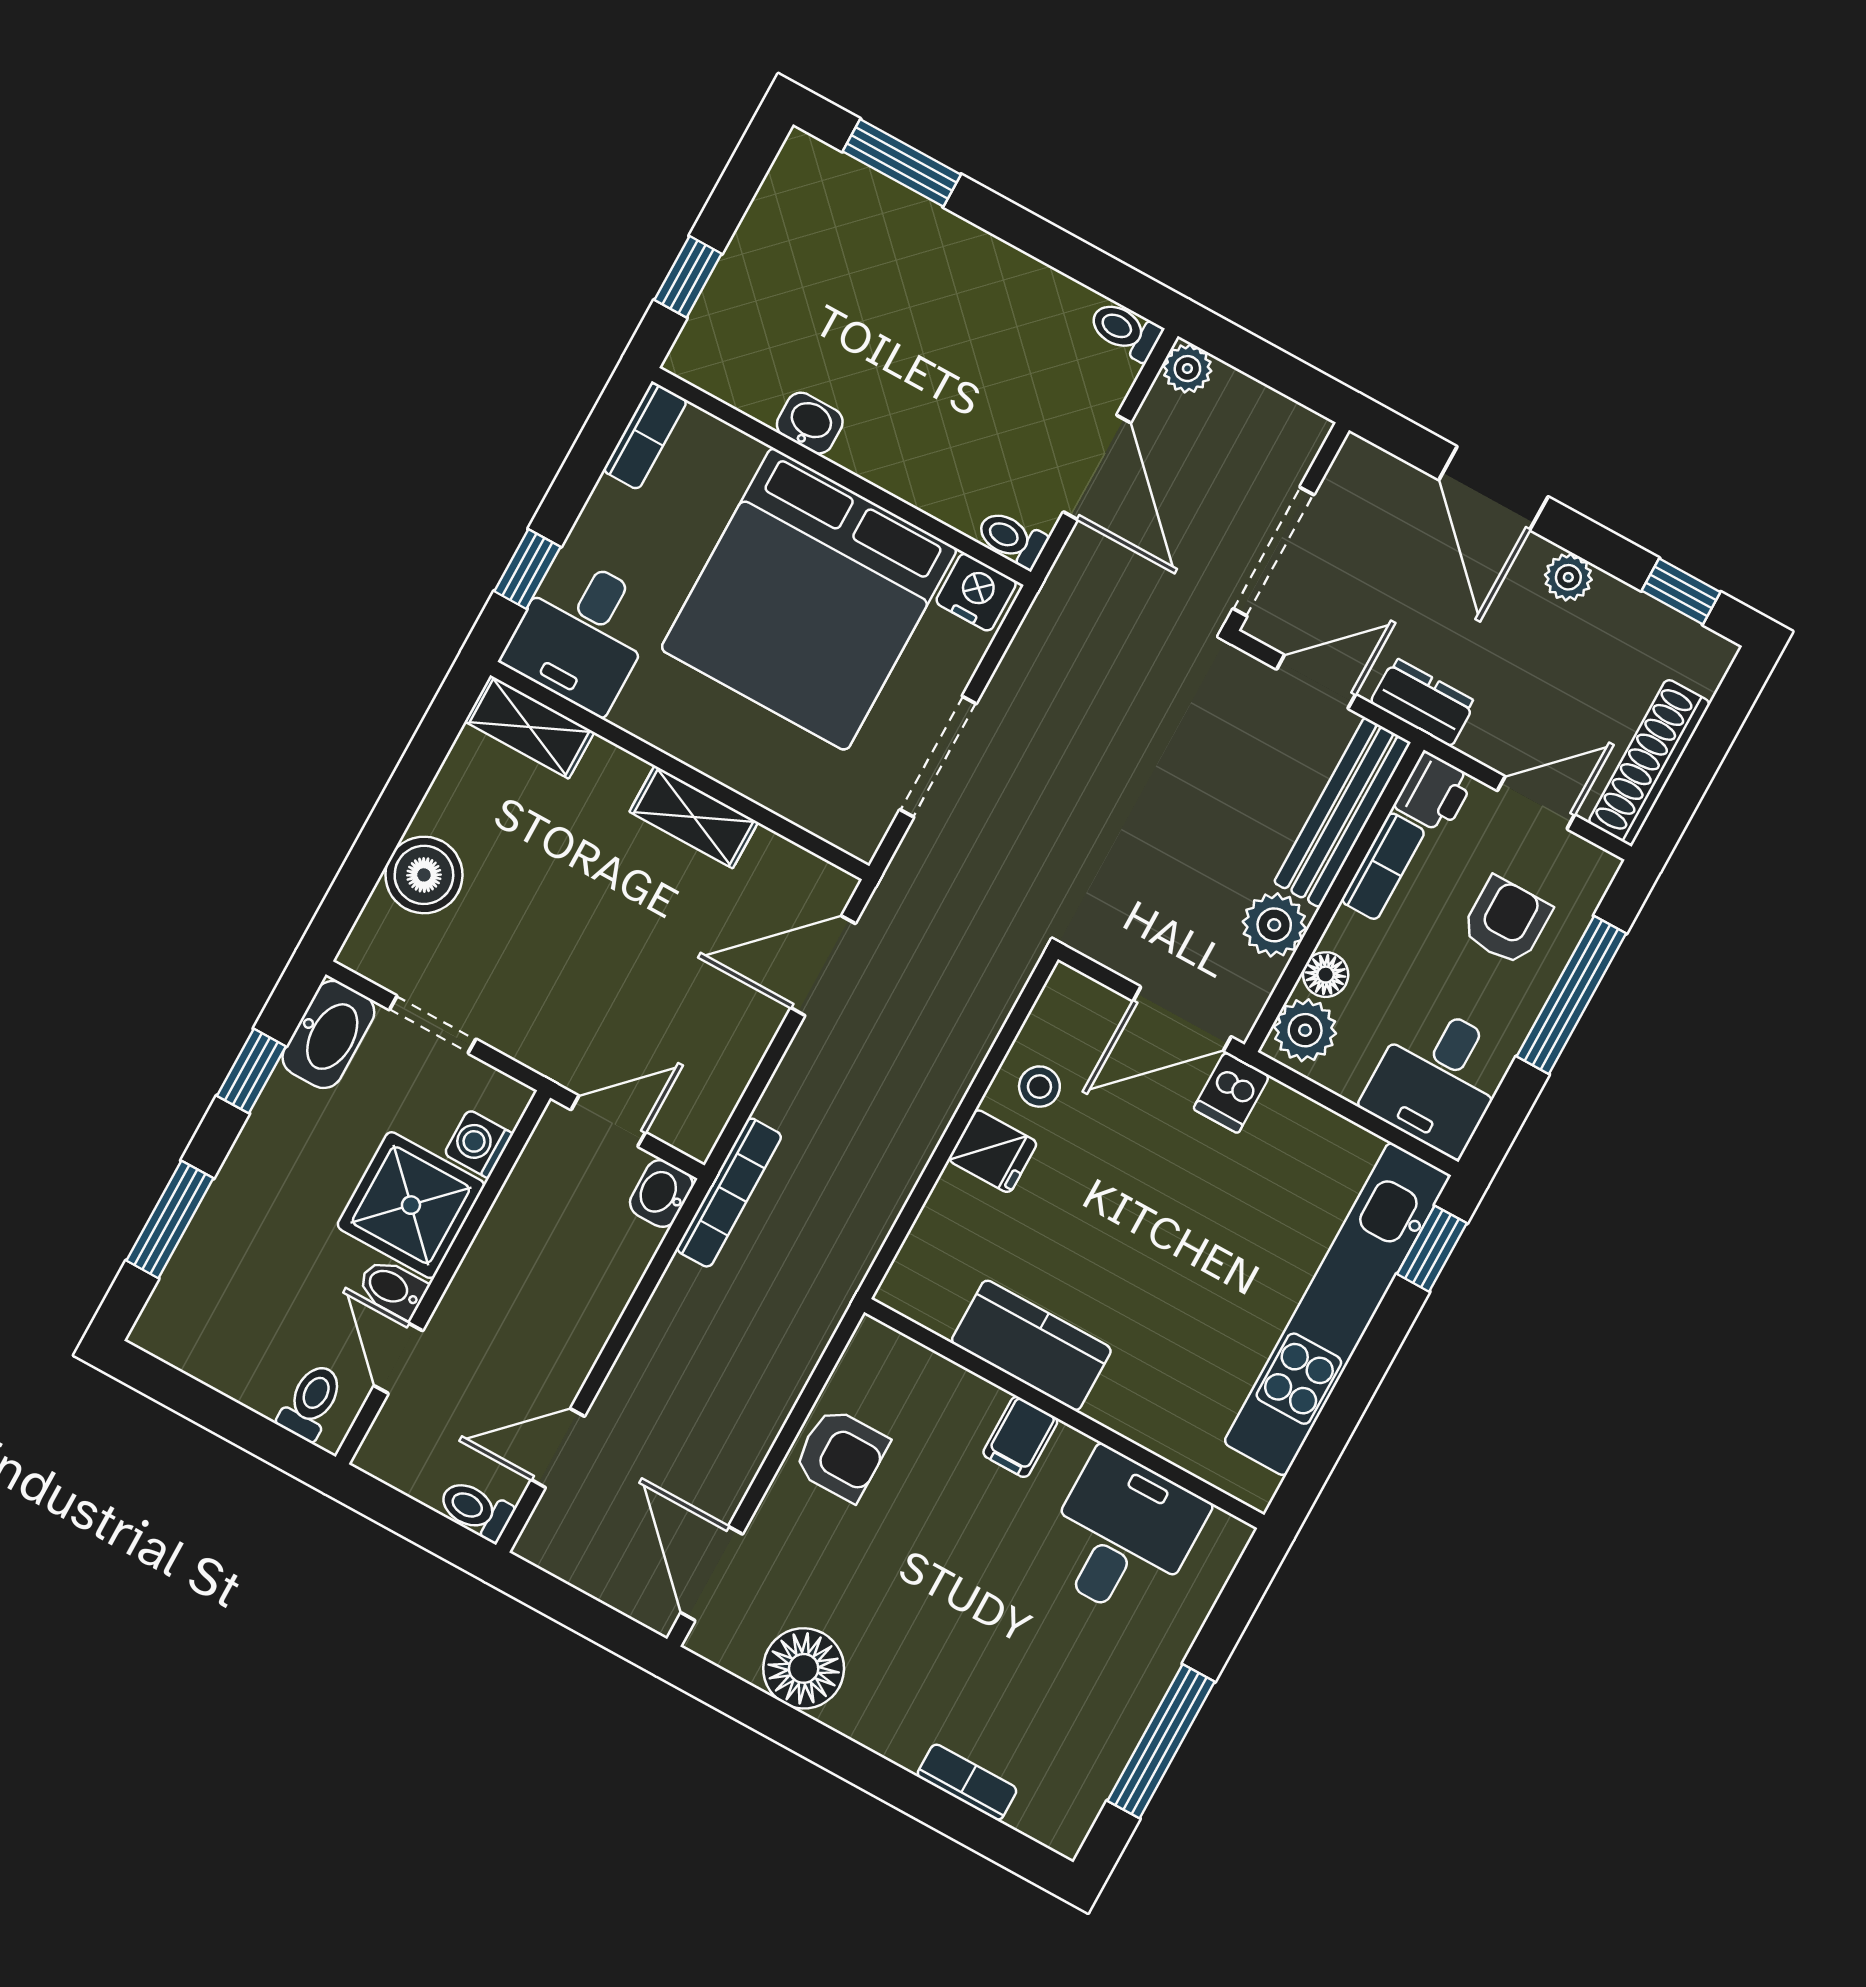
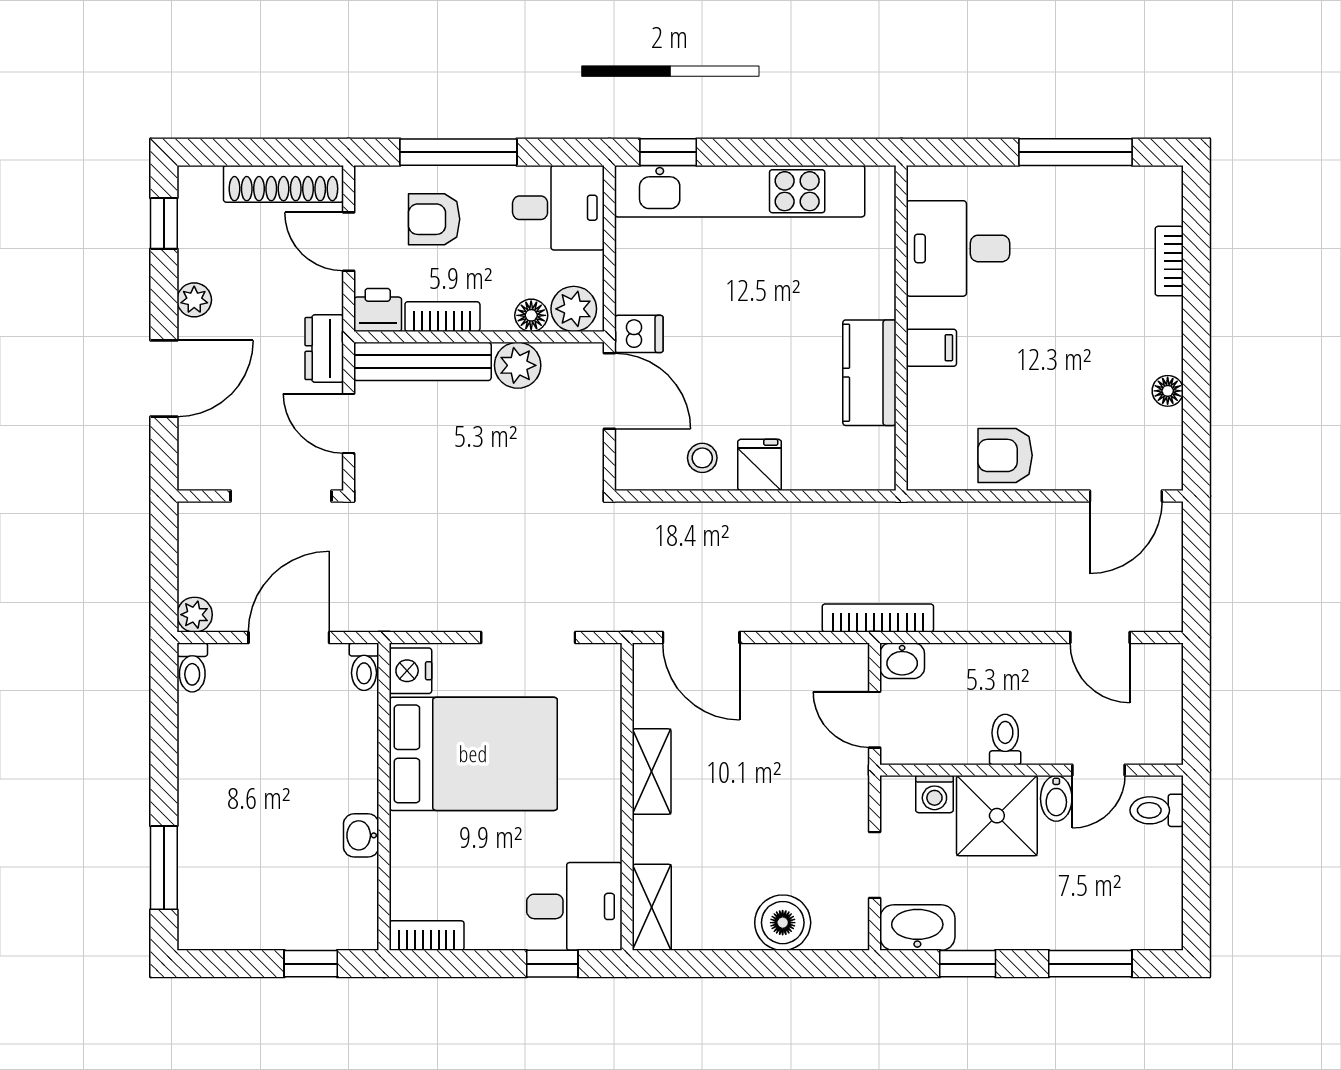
bed: (809, 599) -> (473, 754), width x0.73
armchair: (841, 1454) -> (1005, 455), turned -90
toilet: (476, 1510) -> (1005, 739), moved, turned 180
floor lamp: (804, 1668) -> (1168, 391), width x0.53, depth x0.53

